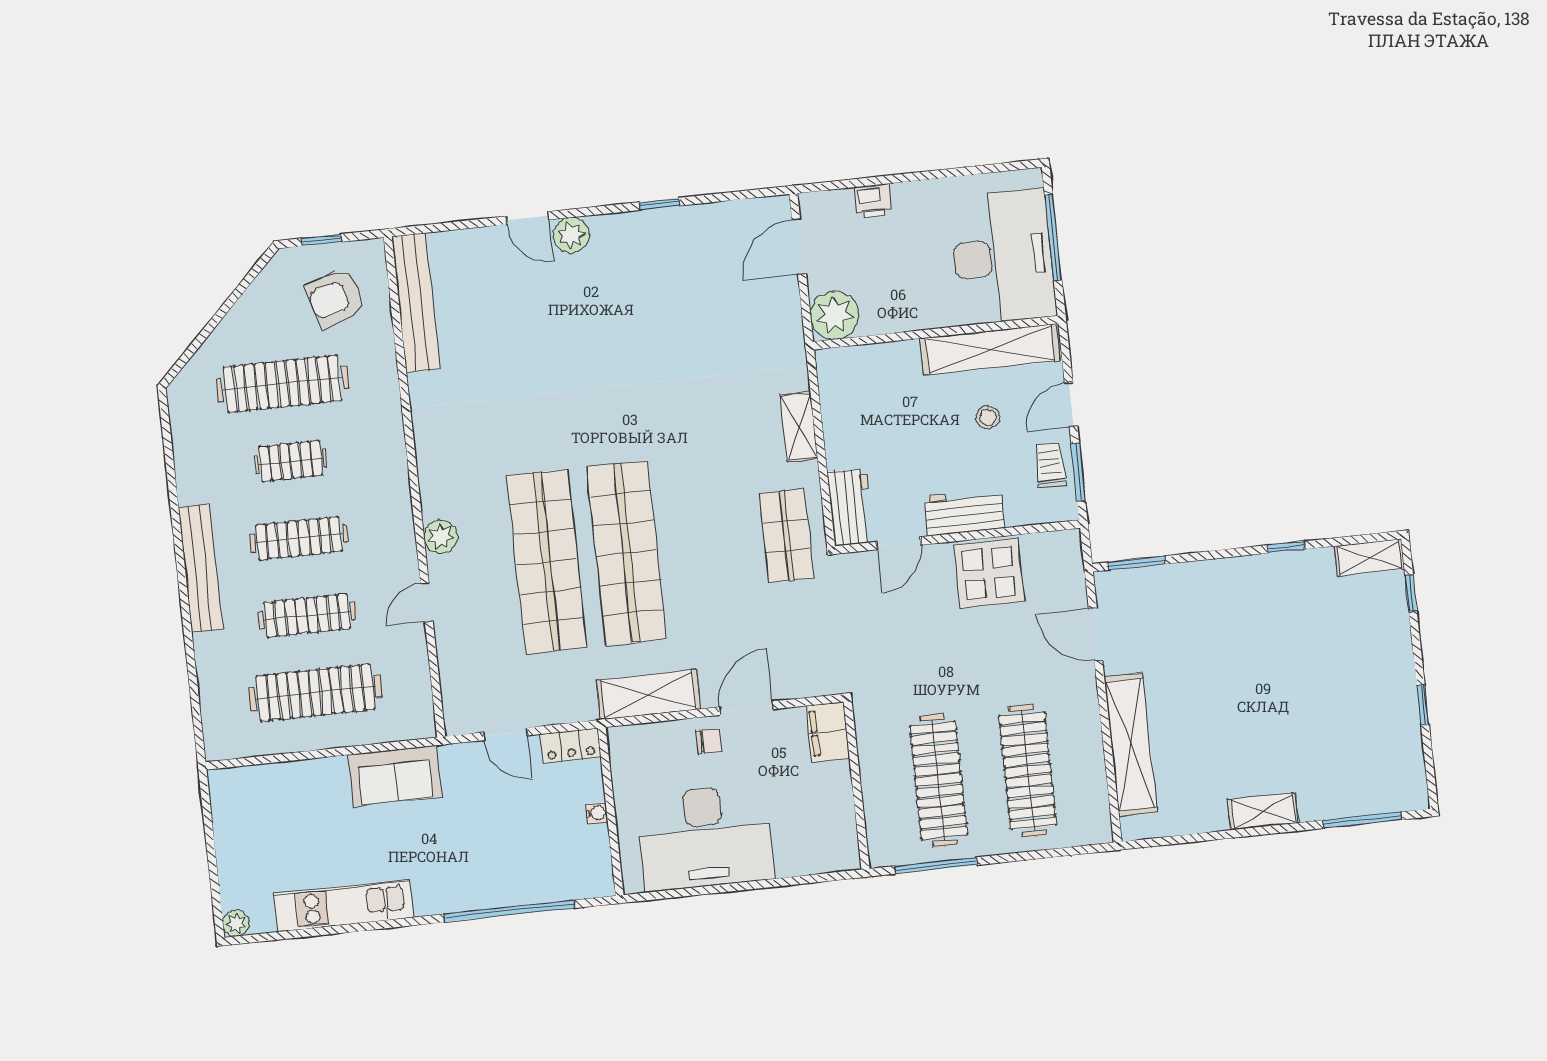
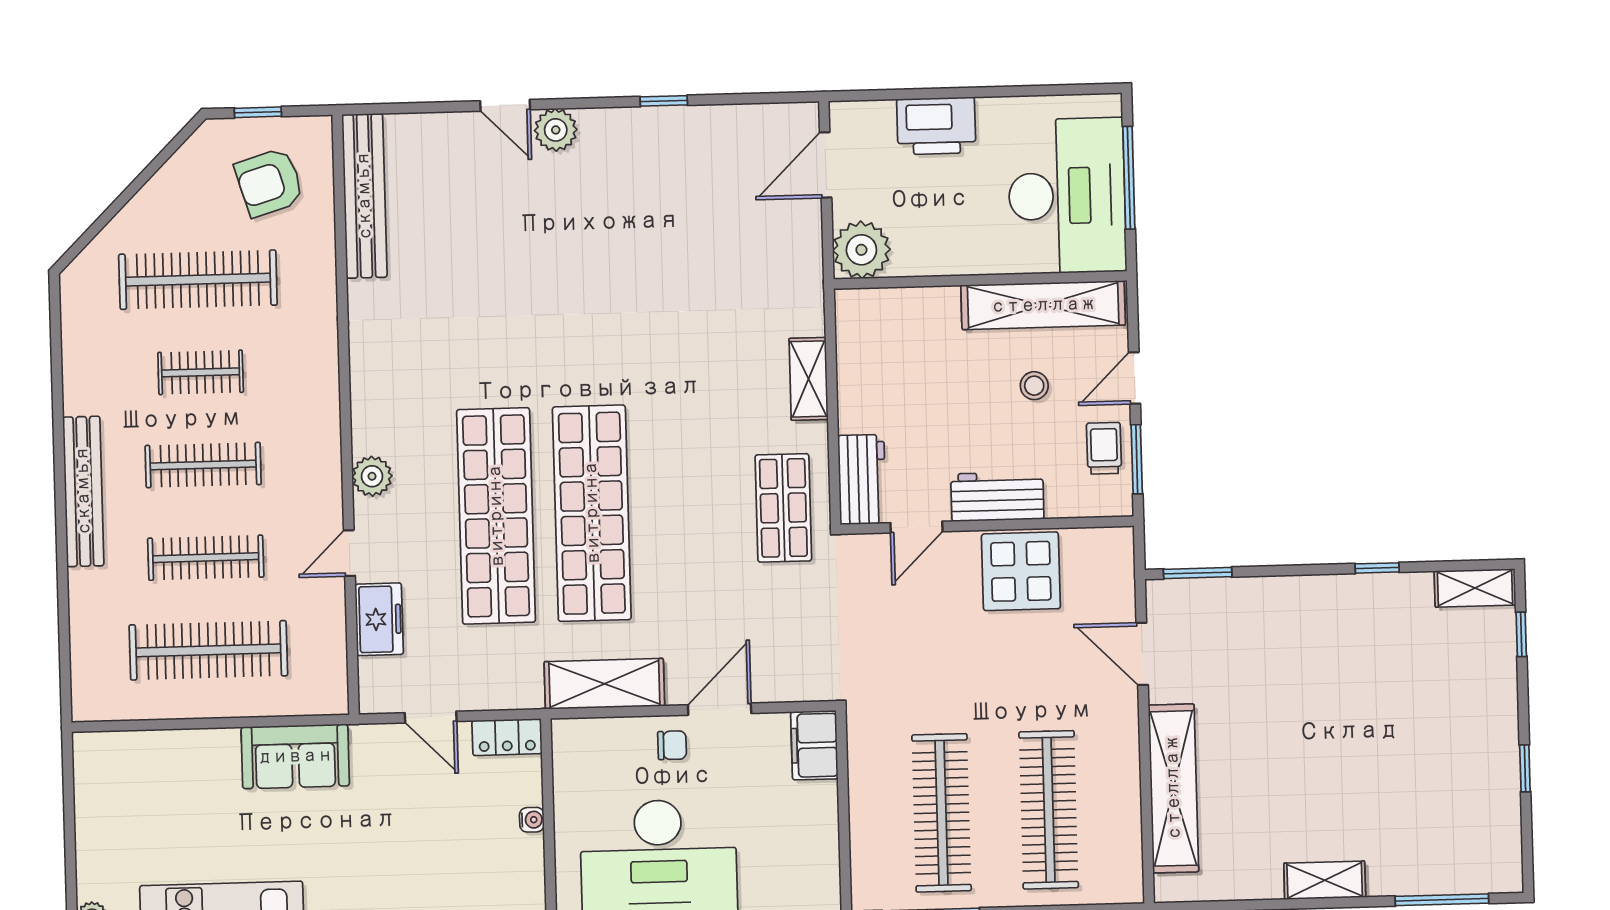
printer: (873, 201) -> (936, 126), width x1.87, depth x1.48
freezer: (456, 656) -> (379, 619), added

